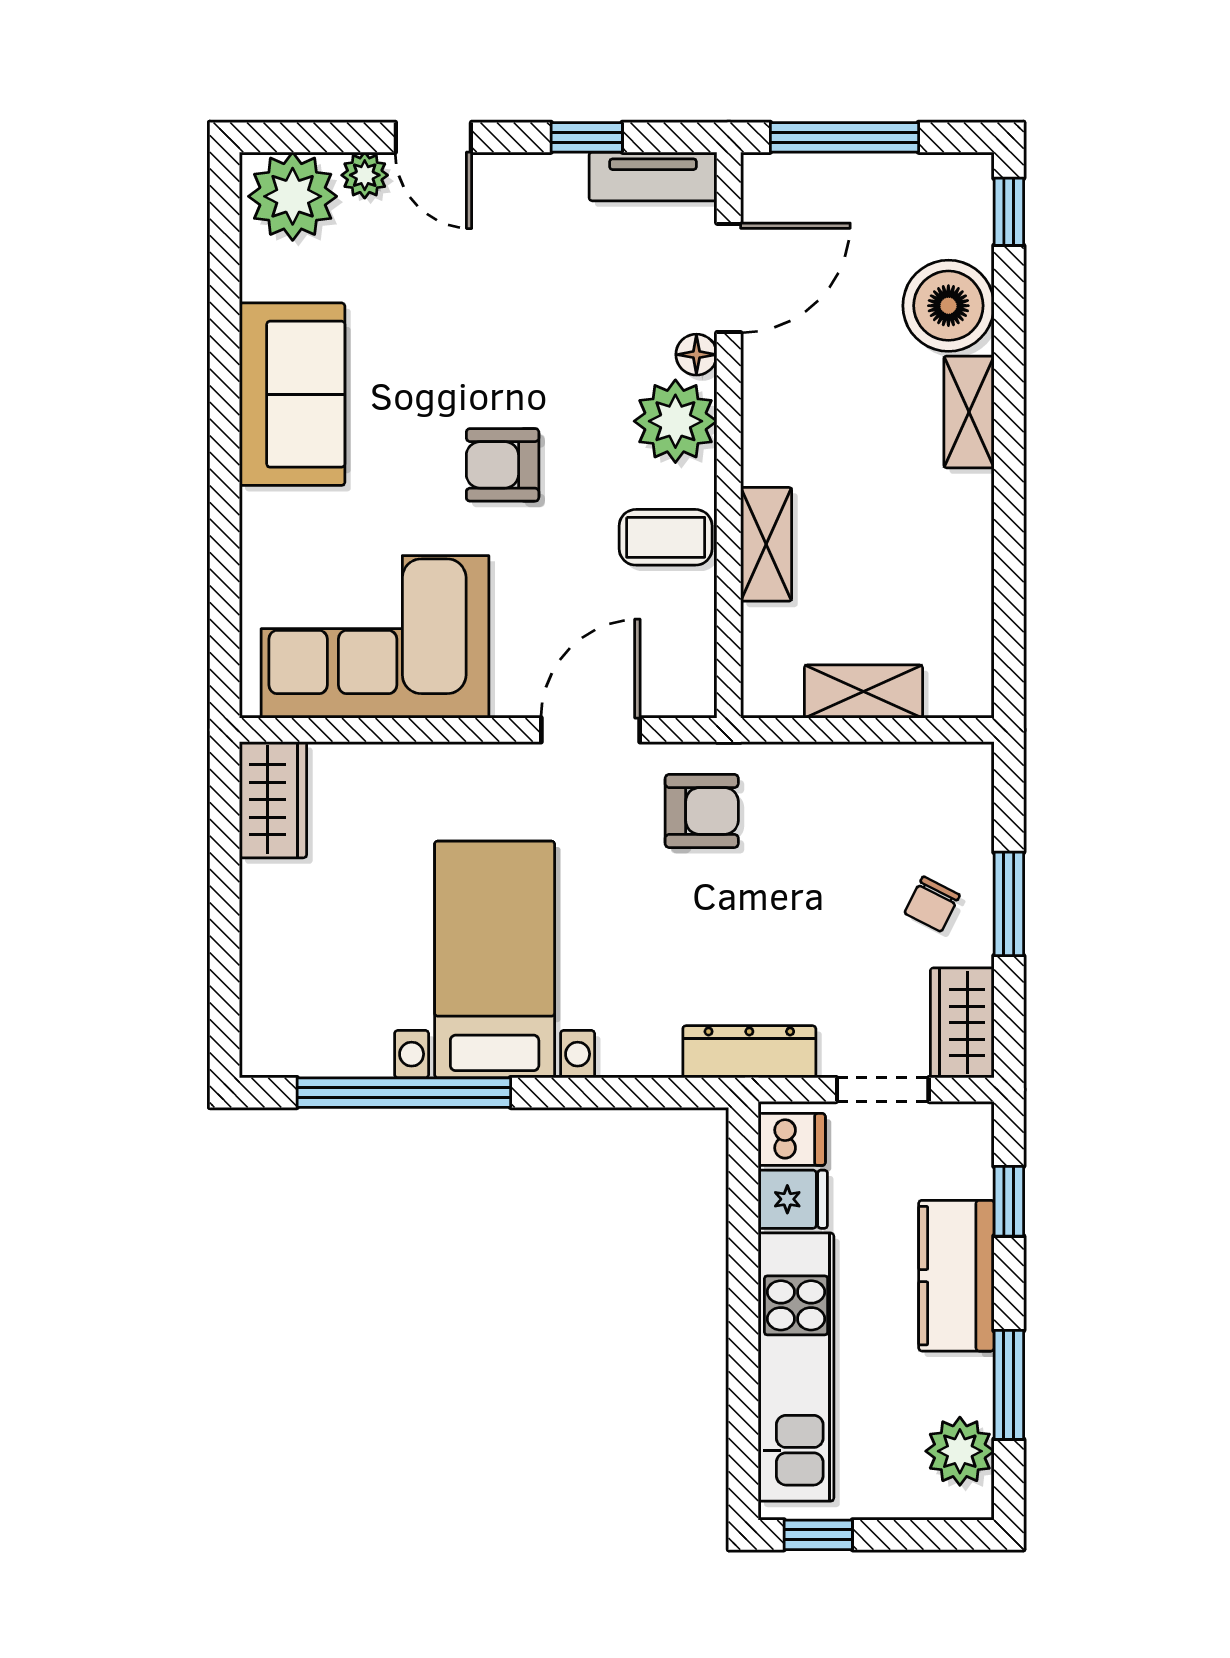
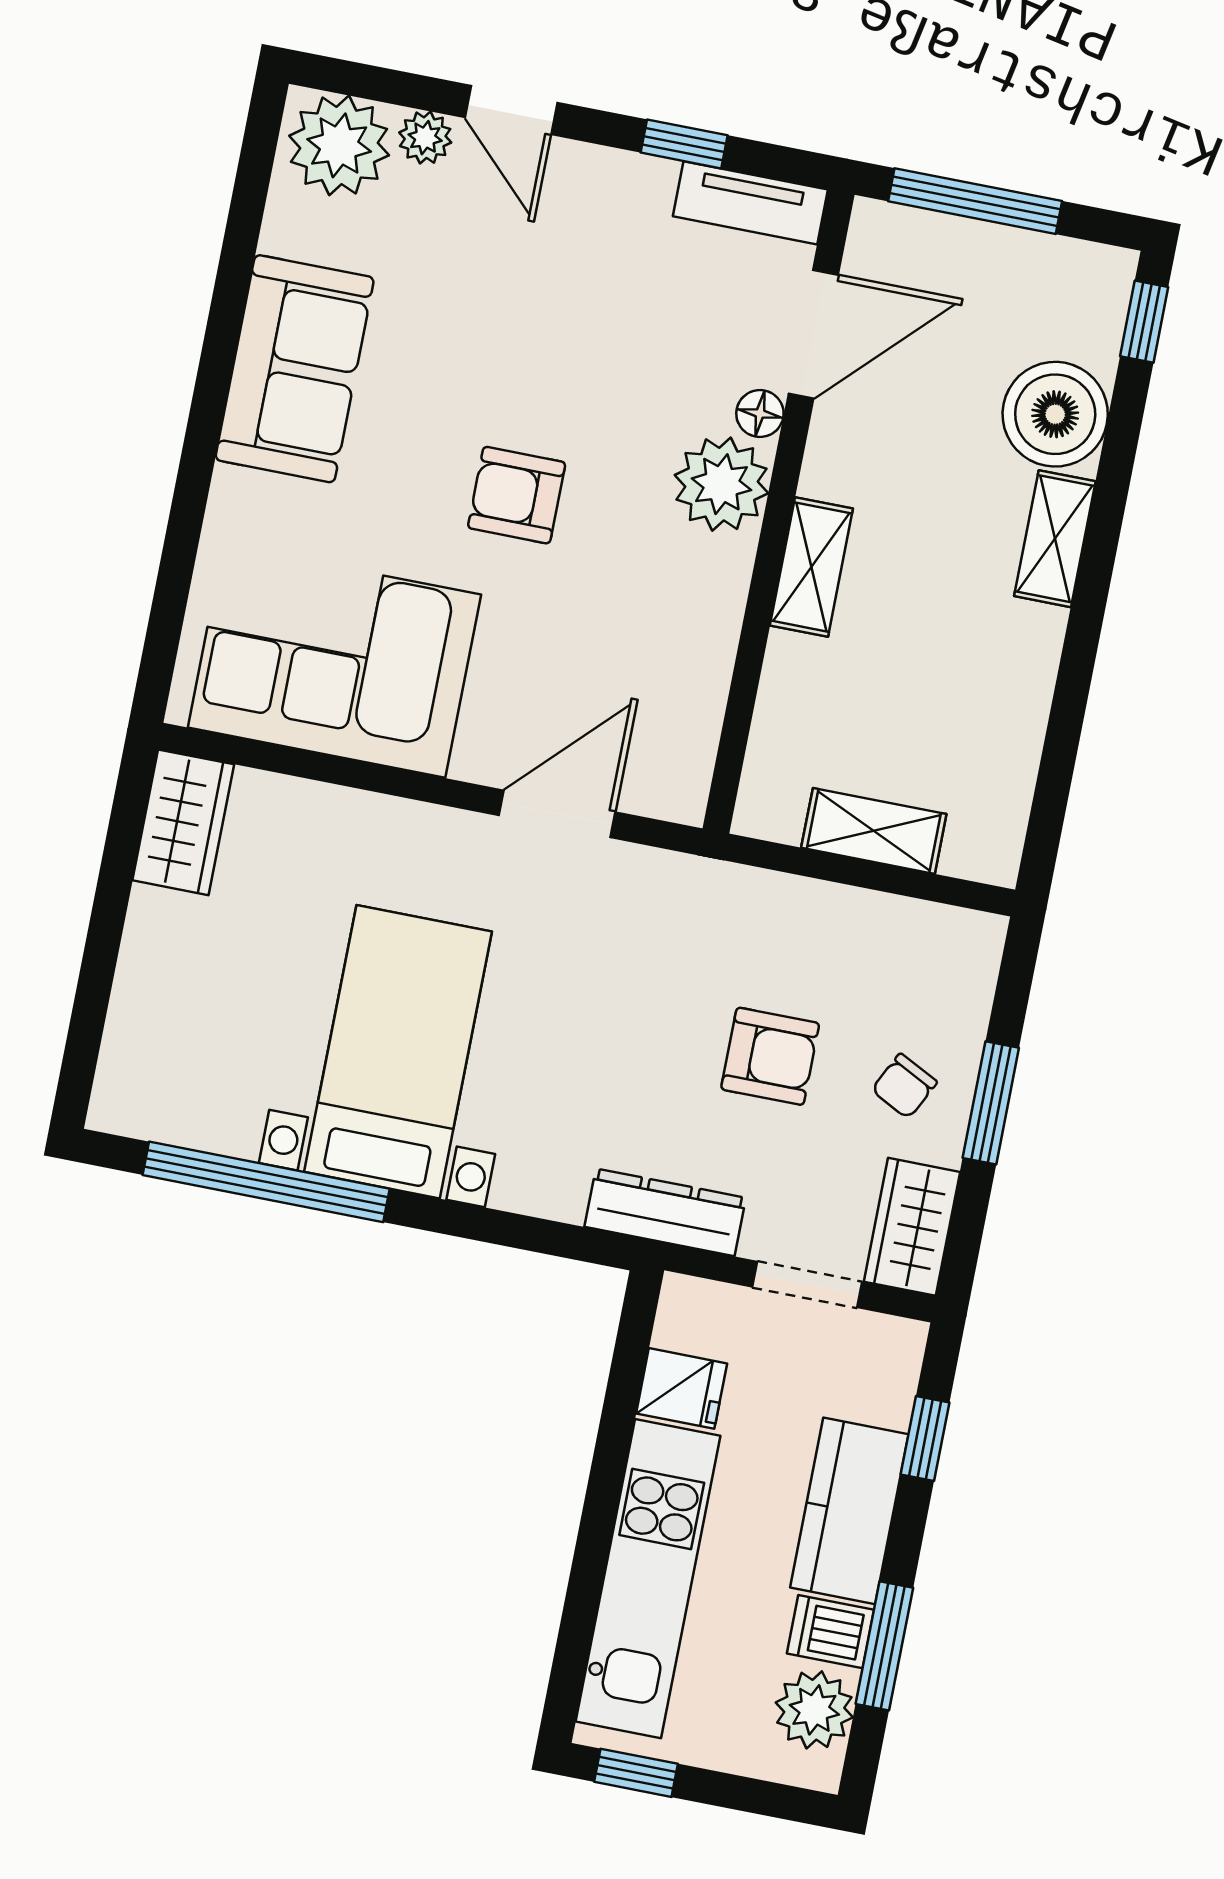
coffee table: (666, 537) -> (685, 613), removed
shelving: (766, 544) -> (811, 567), moved
armchair: (702, 811) -> (770, 1056), moved
dishwasher: (792, 1139) -> (831, 1632), moved, turned 180

